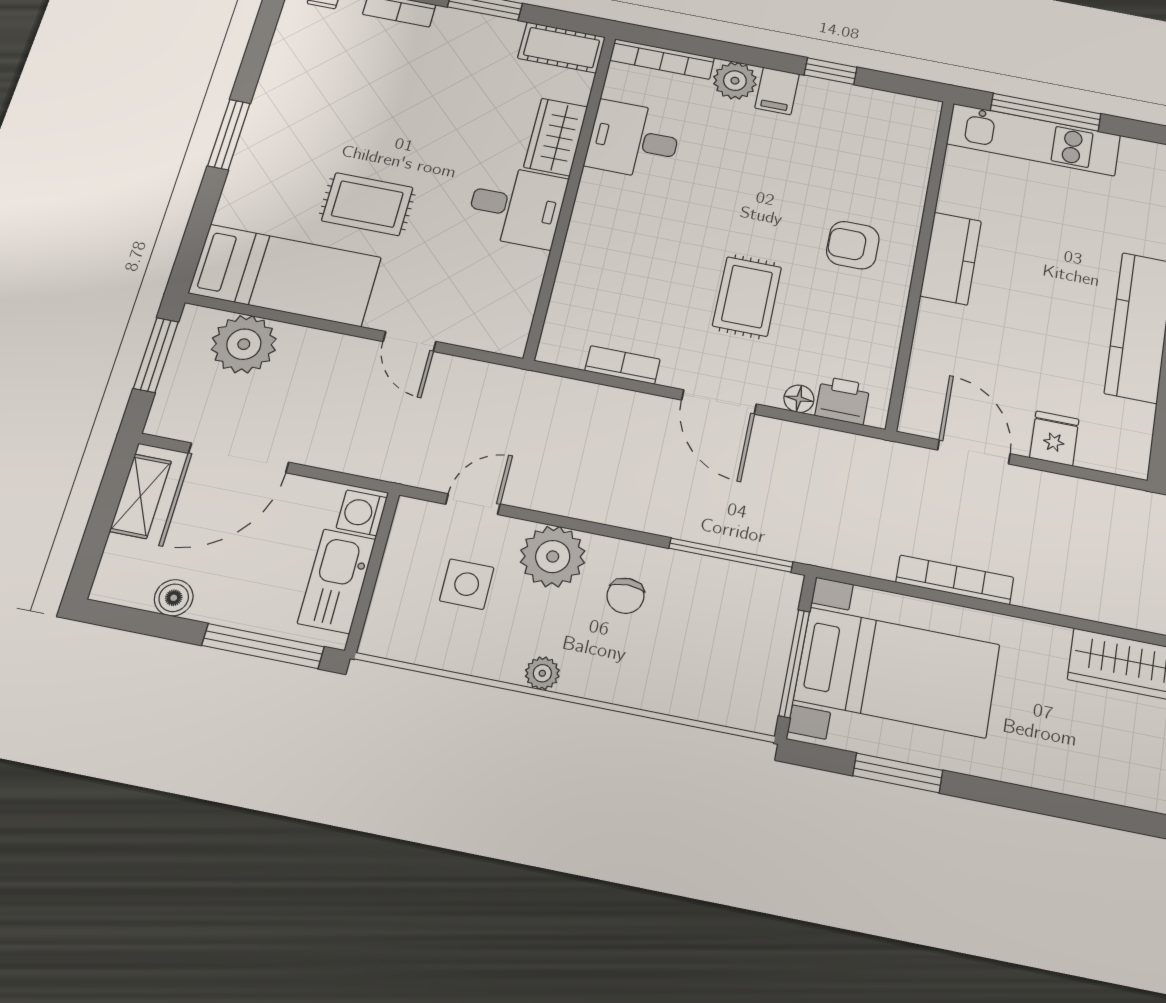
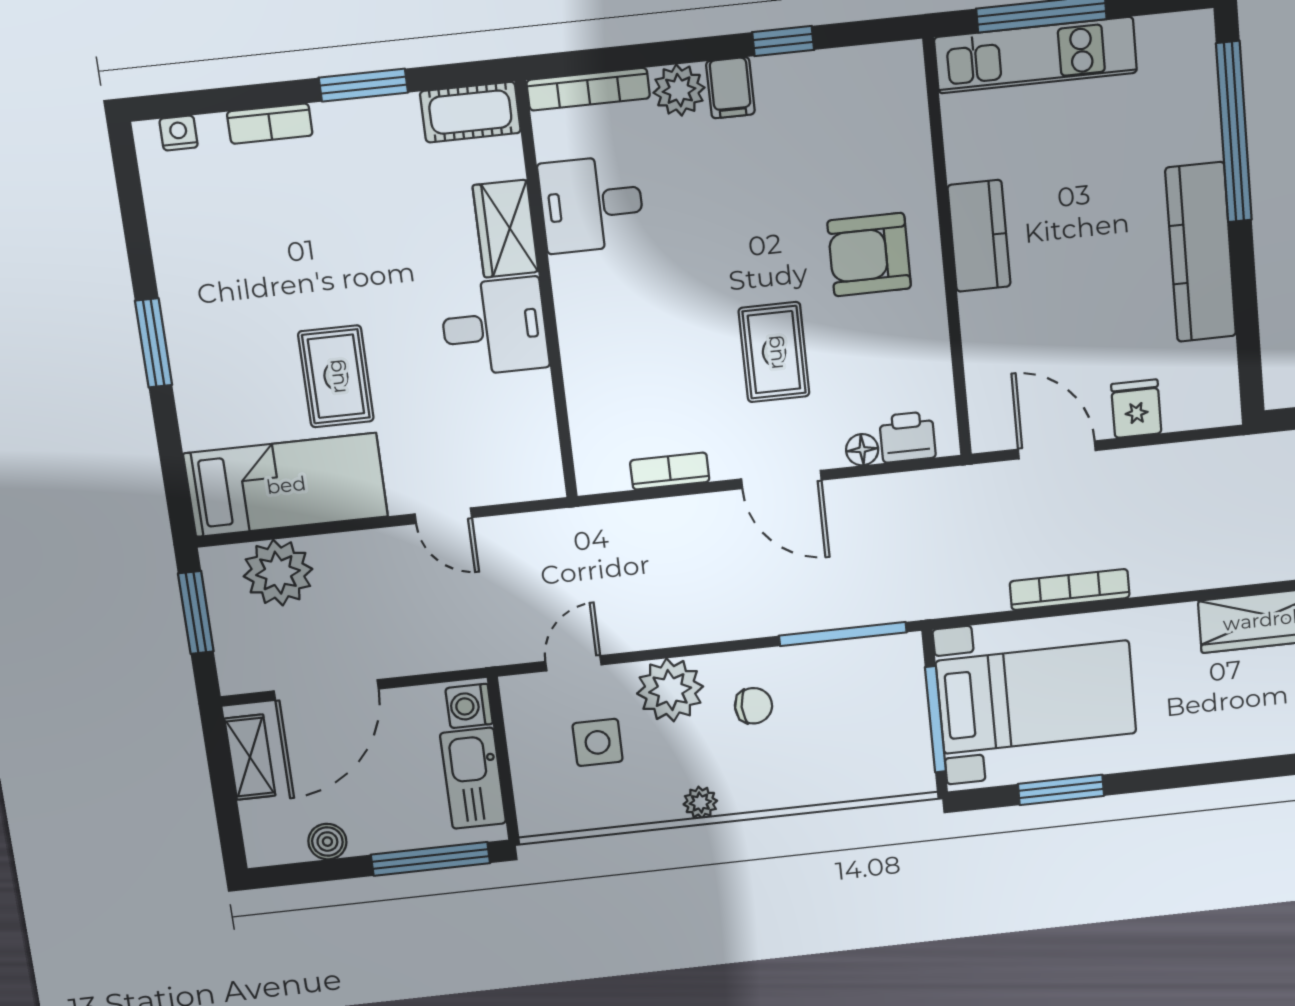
rug: (367, 204) -> (336, 376), turned 90
armchair: (853, 245) -> (869, 255), width x1.38, depth x1.38
chair: (625, 596) -> (754, 706), turned -90

